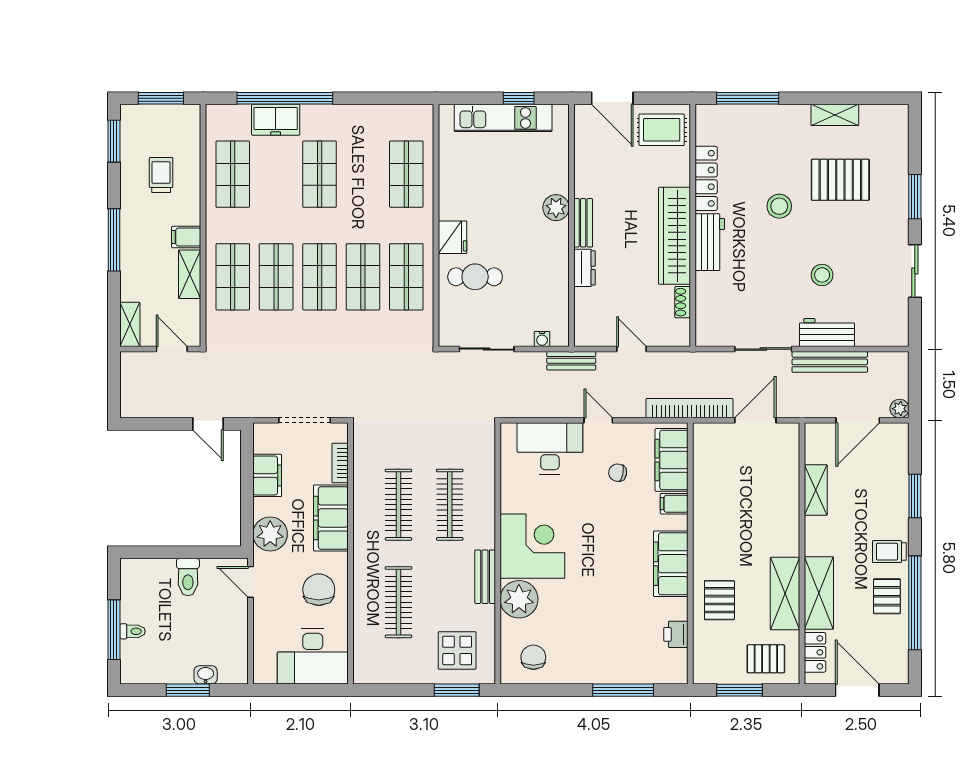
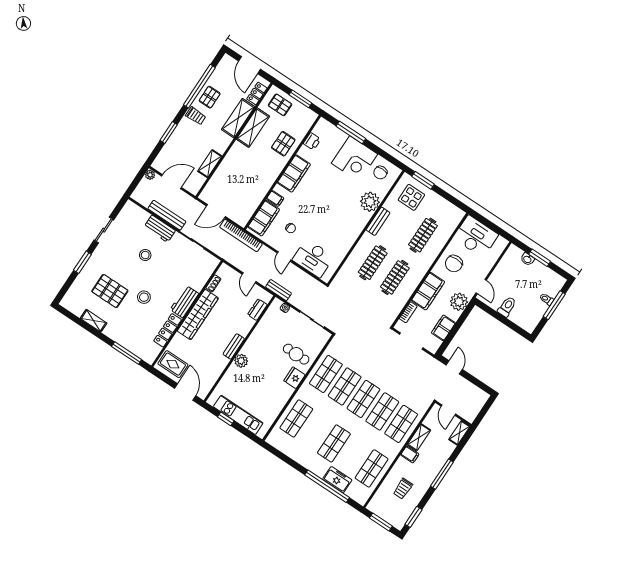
dresser: (584, 268) -> (257, 310), moved
corner desk: (532, 546) -> (355, 159), moved, turned -90

